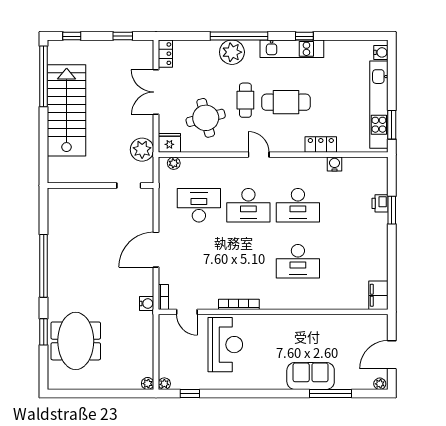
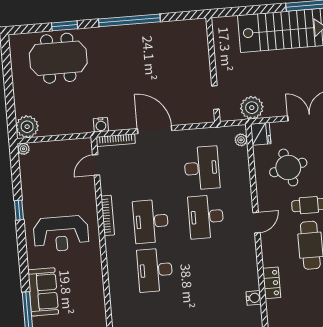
desk: (298, 205) -> (151, 221), moved
bookcase: (163, 297) -> (116, 140), width x1.56
reception desk: (225, 345) -> (61, 234), moved
plant: (148, 384) -> (27, 127), width x1.88, depth x1.88
window: (190, 393) -> (19, 210), moved

